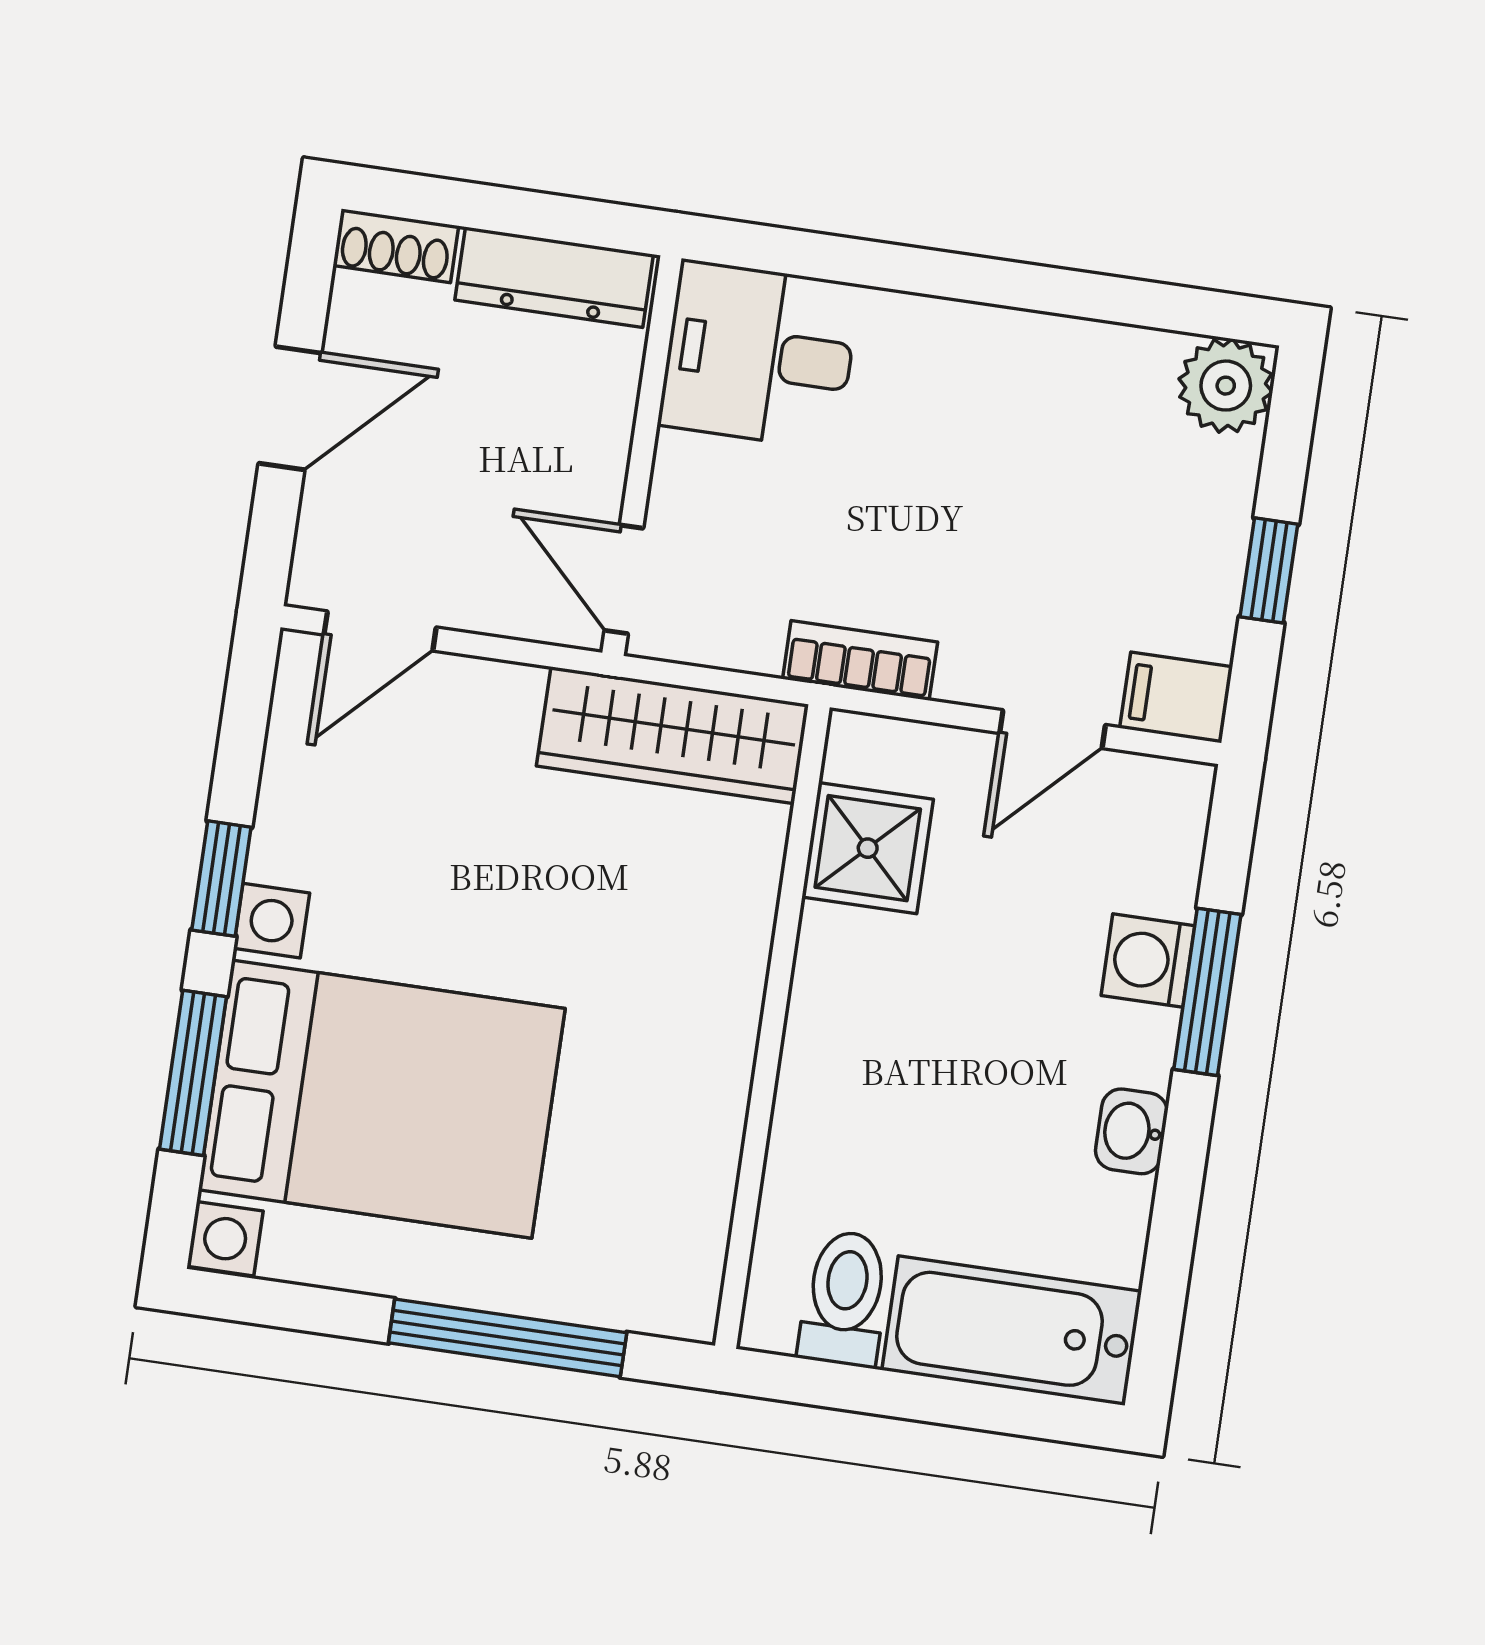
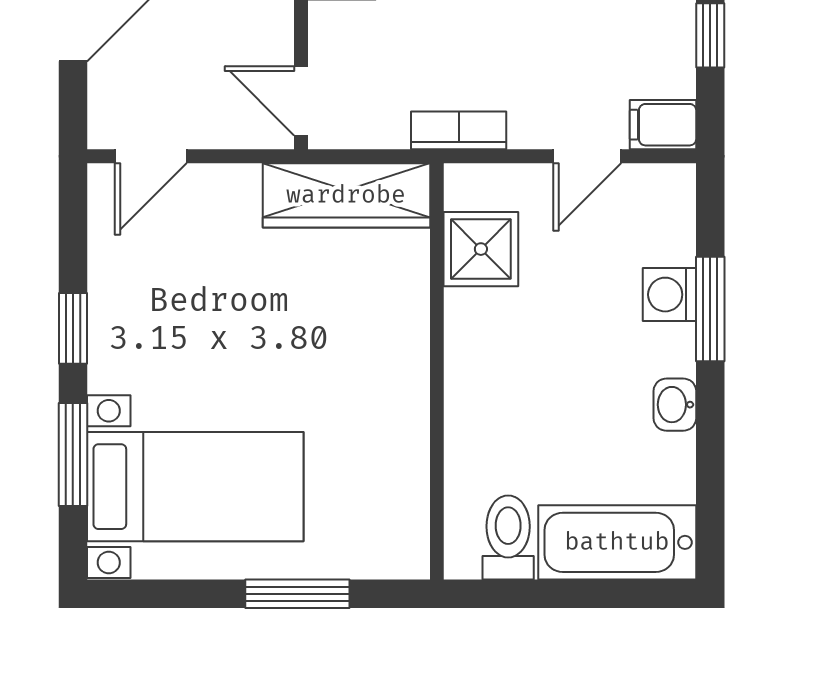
bed with nightstands: (382, 1099) -> (195, 487), width x0.73
window: (508, 1338) -> (297, 594), width x0.69

